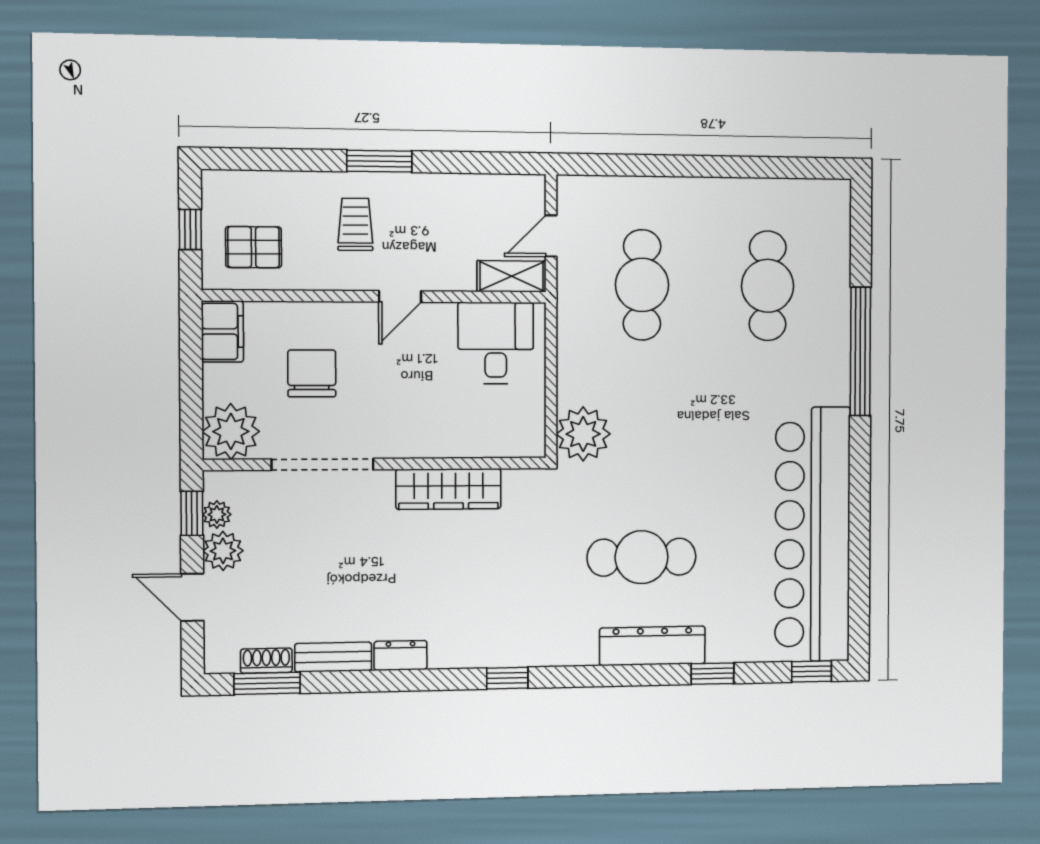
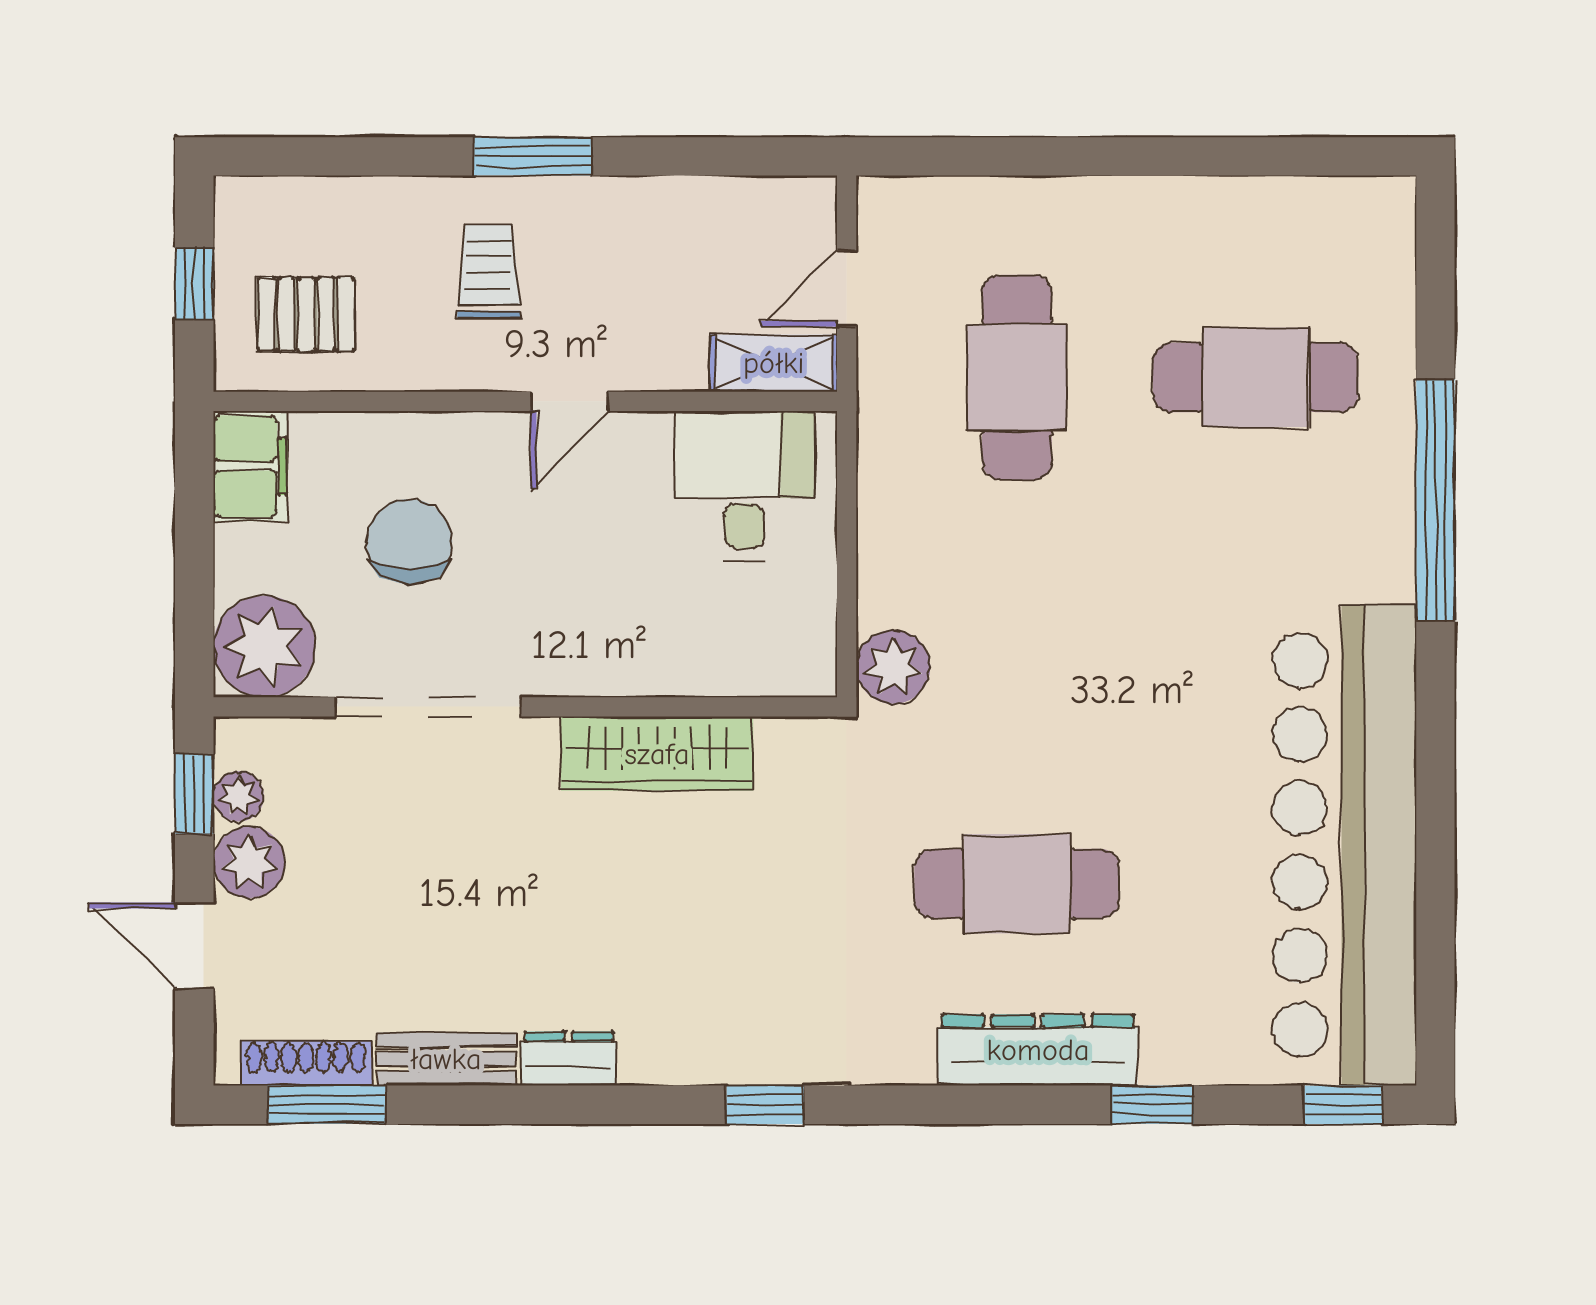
cafe table: (768, 286) -> (1256, 377), turned 90
plant: (583, 434) -> (893, 667), width x0.73, depth x0.73
shoe rack: (266, 661) -> (306, 1063), width x1.43

